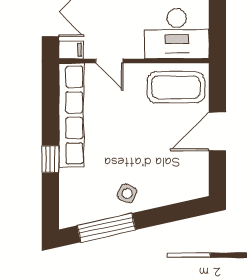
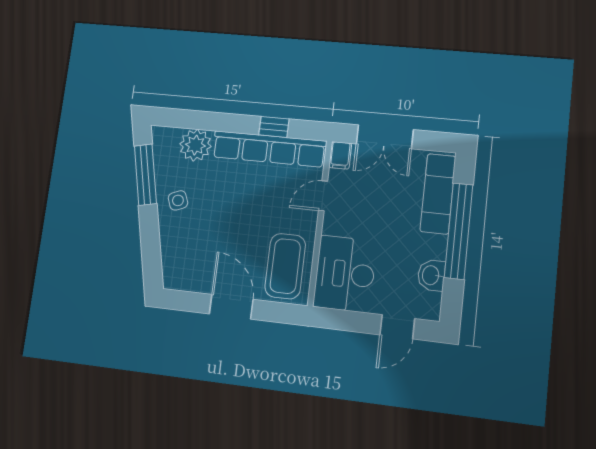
window: (50, 159) -> (274, 127), moved
plant: (74, 184) -> (195, 145), added
side table: (127, 193) -> (178, 200), turned 45

